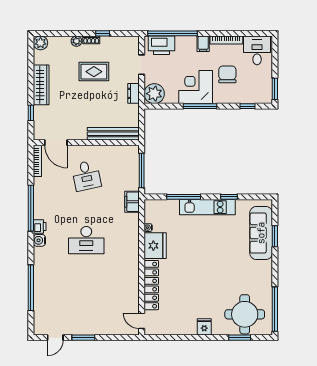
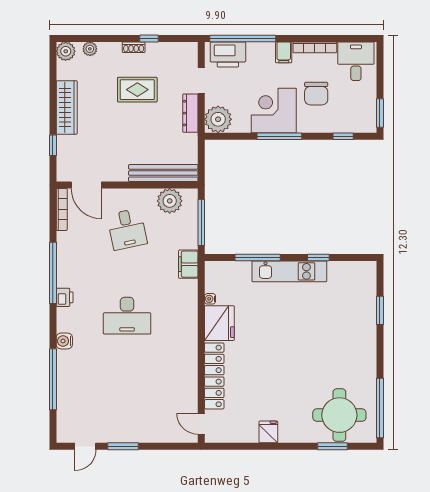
plant: (76, 41) -> (90, 49), moved
chair: (227, 74) -> (316, 94), turned 180
dresser: (133, 93) -> (190, 113), width x1.44
plant: (118, 155) -> (170, 201), added
sofa: (261, 233) -> (361, 306), removed
water cooler: (39, 240) -> (64, 341), moved
fridge: (204, 327) -> (268, 432), moved

